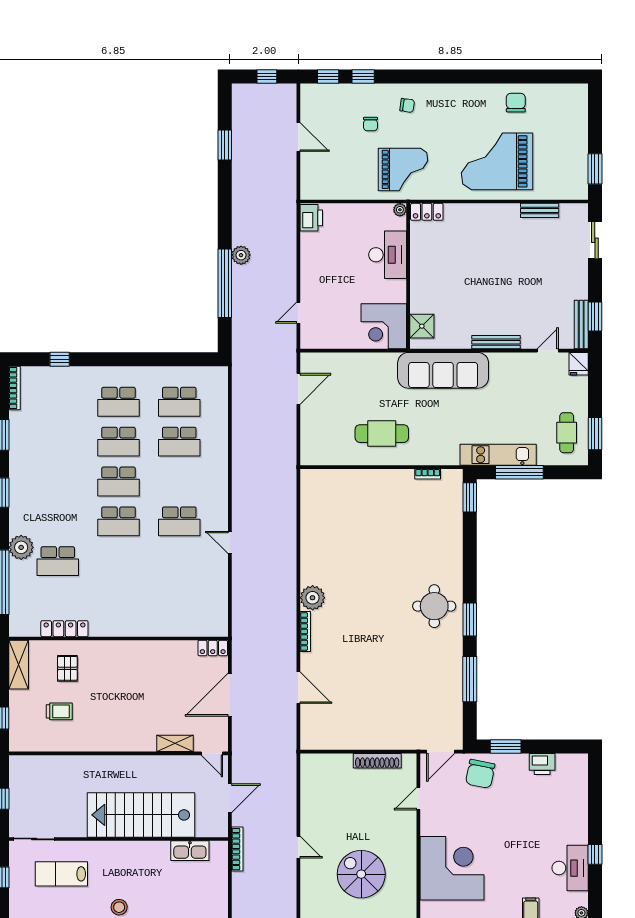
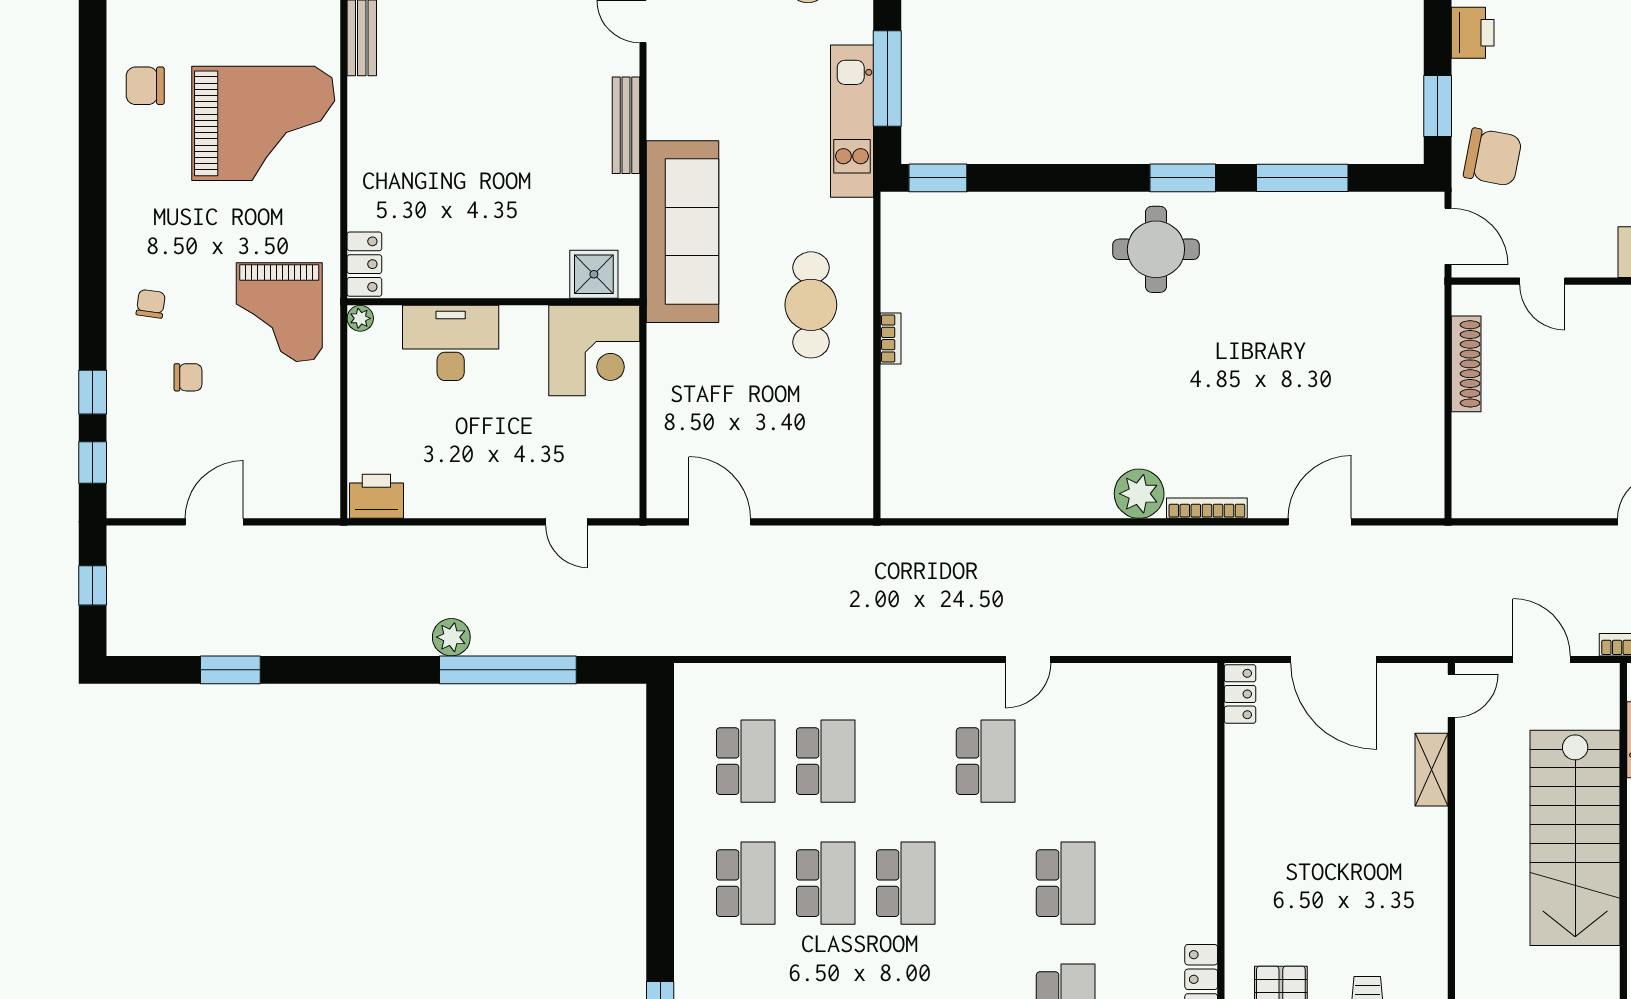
grand piano: (497, 161) -> (263, 123), turned -90
grand piano: (403, 169) -> (279, 312), turned 180
cafe table: (382, 434) -> (811, 305), moved
bookcase: (428, 474) -> (891, 339), moved
school desk: (119, 521) -> (1066, 883), moved

